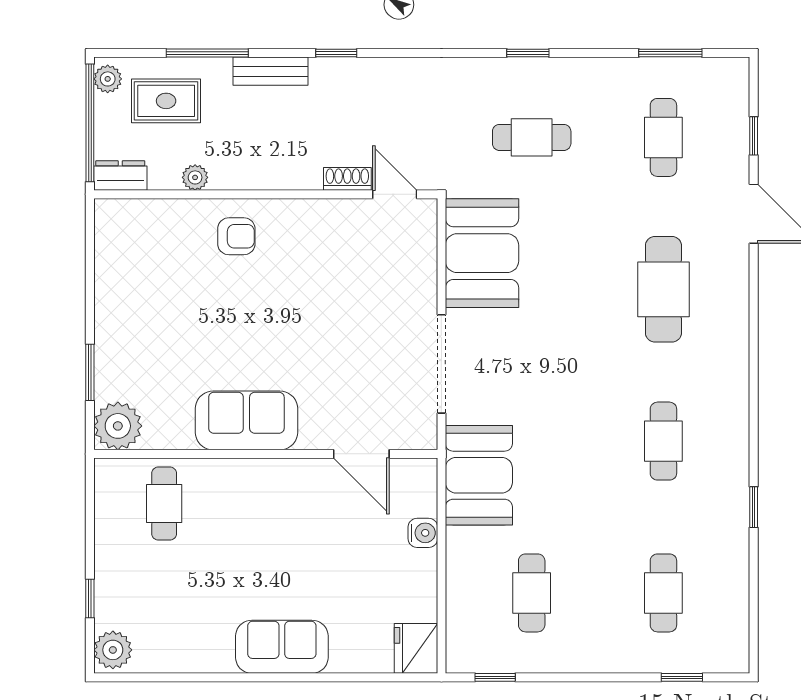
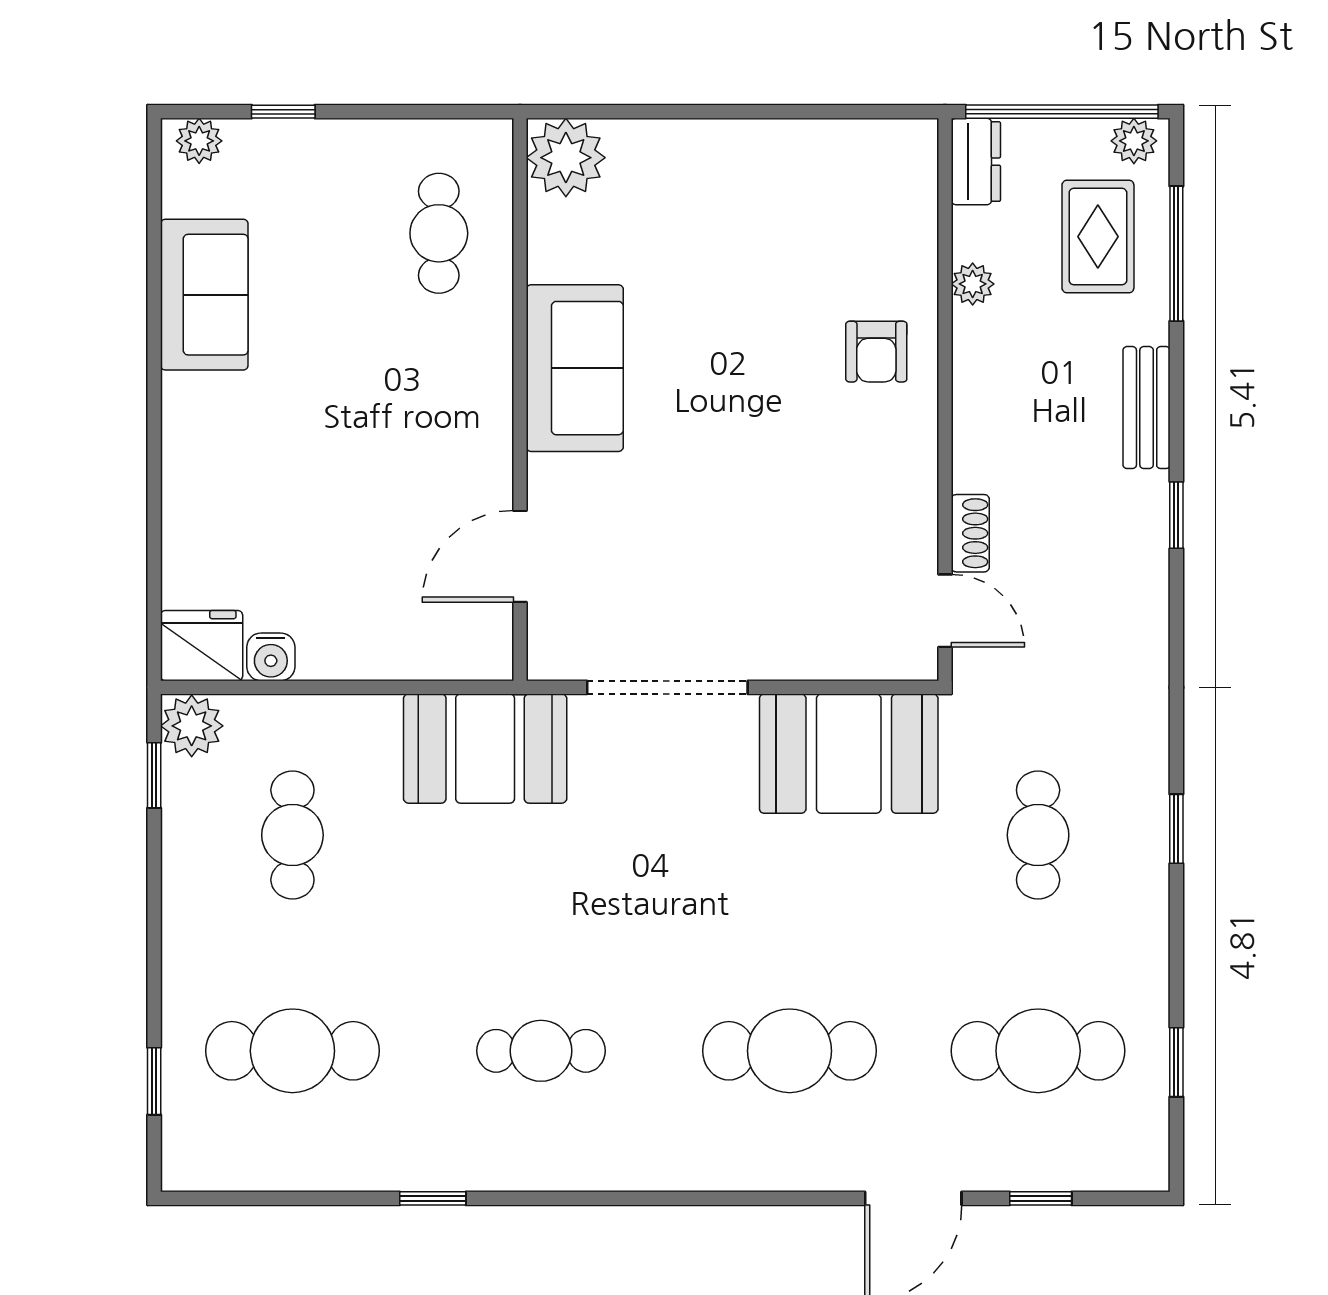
window: (207, 53) -> (1176, 254), moved
window: (670, 53) -> (1176, 1062), width x0.67
cafe table: (663, 137) -> (1038, 1051), width x1.37, depth x1.35
door: (395, 194) -> (945, 611), hinge flipped
window: (90, 372) -> (654, 112), removed
cafe table: (164, 504) -> (439, 233), turned 90
water cooler: (423, 533) -> (271, 657), moved
cafe table: (532, 593) -> (292, 835), turned 90
cafe table: (663, 593) -> (292, 1051), width x1.37, depth x1.35
sofa: (282, 647) -> (204, 295), moved
plant: (113, 650) -> (199, 141), width x0.73, depth x0.73
plant: (465, 654) -> (192, 726), added

